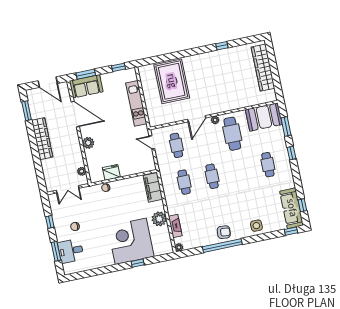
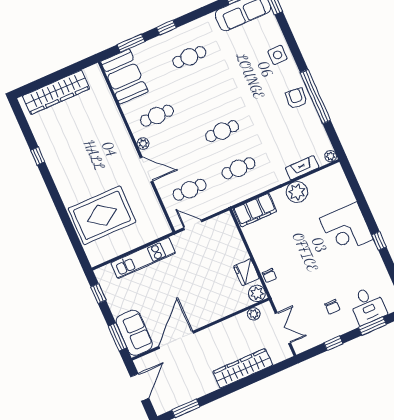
cafe table: (232, 134) -> (157, 116), width x0.73, depth x0.74
wardrobe: (42, 139) -> (243, 368), moved
door: (152, 142) -> (193, 225), swing flipped
plant: (88, 143) -> (257, 293), moved
corner desk: (131, 241) -> (346, 229), width x0.74, depth x0.74
window: (138, 263) -> (379, 241), moved

